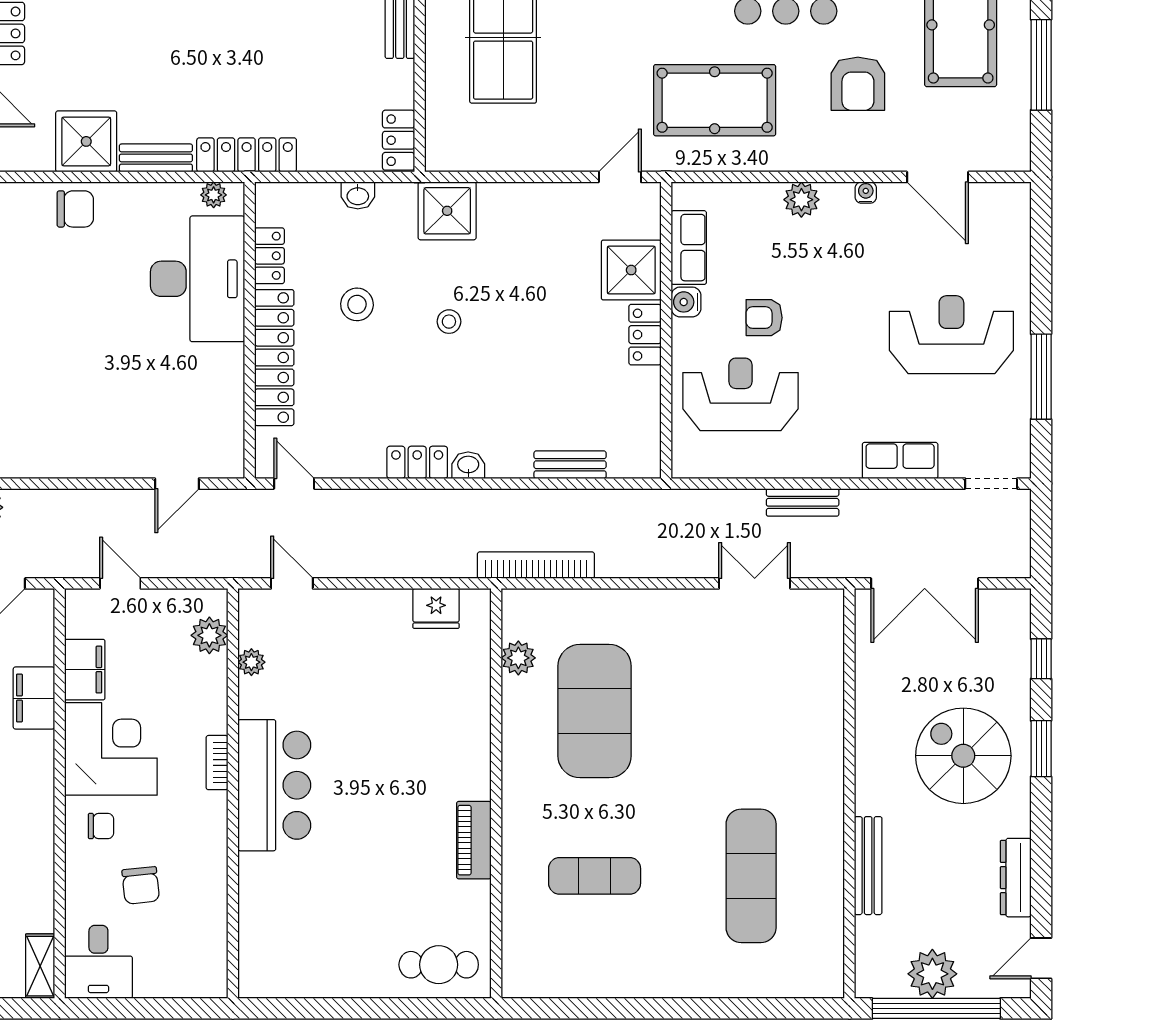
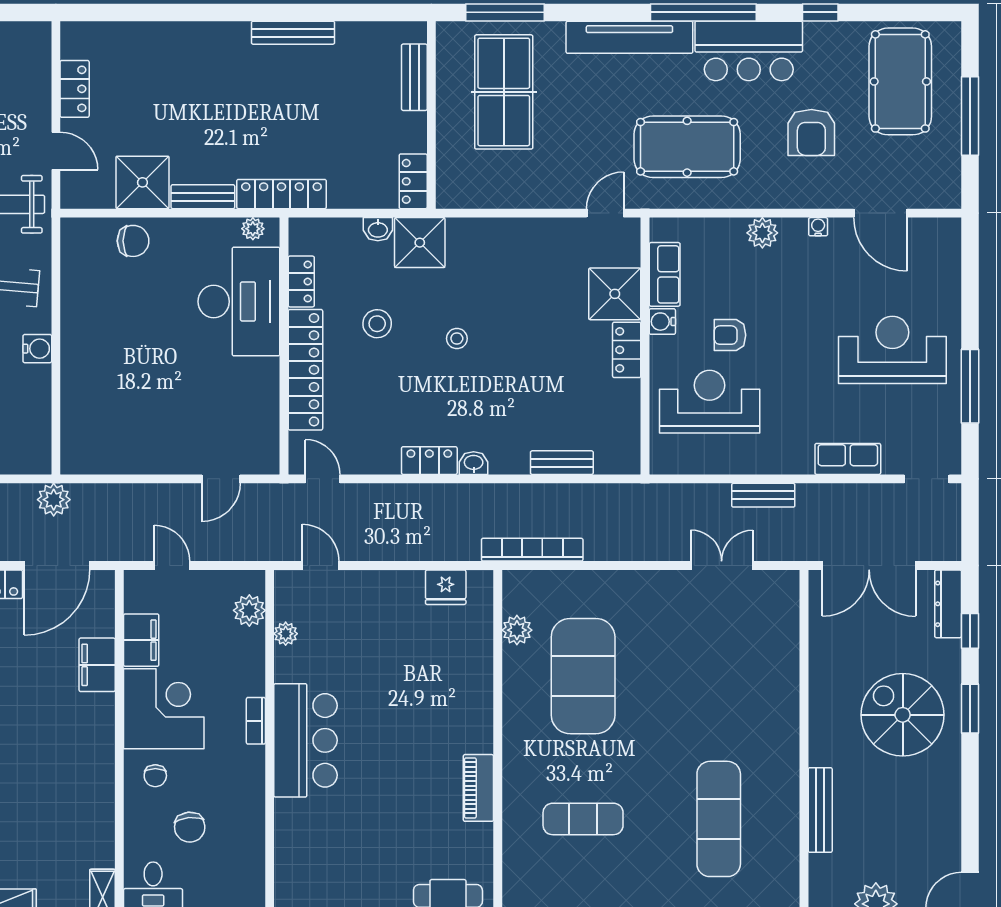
shower: (447, 211) -> (420, 243), moved
chair: (101, 826) -> (155, 776), turned 90
dresser: (1016, 878) -> (948, 604), moved

